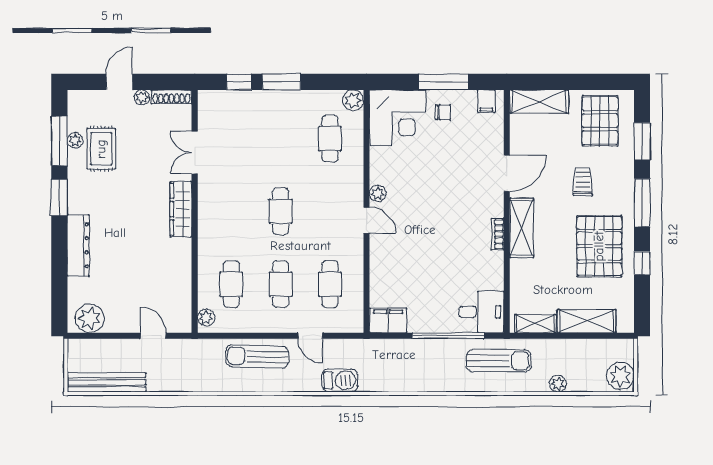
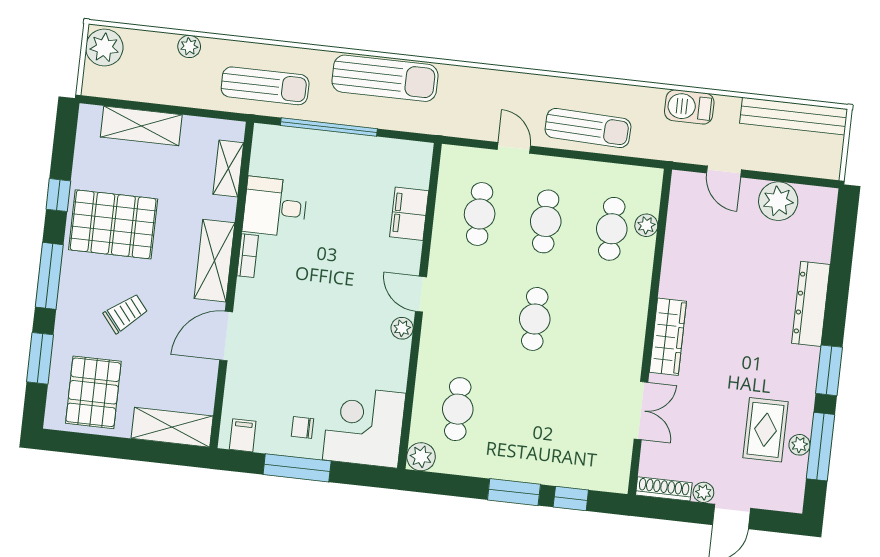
trolley: (583, 182) -> (125, 313), turned -129
pallet: (599, 246) -> (113, 224), turned 90
desk: (481, 312) -> (275, 207), moved
plant: (206, 317) -> (646, 225), moved
plant: (90, 318) -> (778, 201), moved
filing cabinet: (388, 320) -> (409, 214), moved, turned 90
shelving: (535, 324) -> (228, 169), moved, turned 90
sun lounger: (499, 361) -> (265, 86), turned 180
sun lounger: (411, 376) -> (385, 78), added
barbecue: (340, 380) -> (689, 107), moved

